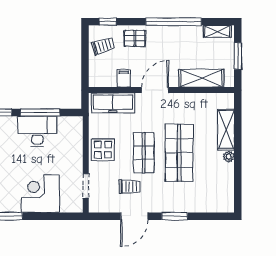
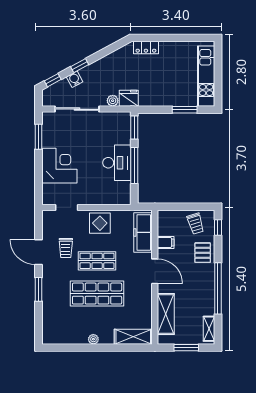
shelving: (226, 130) -> (133, 337), moved

